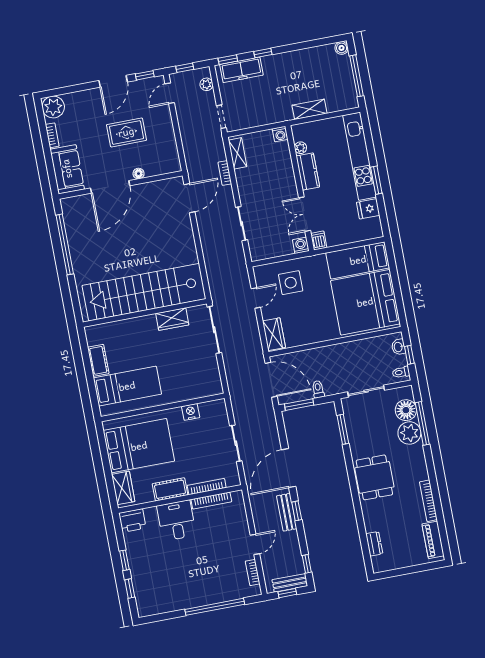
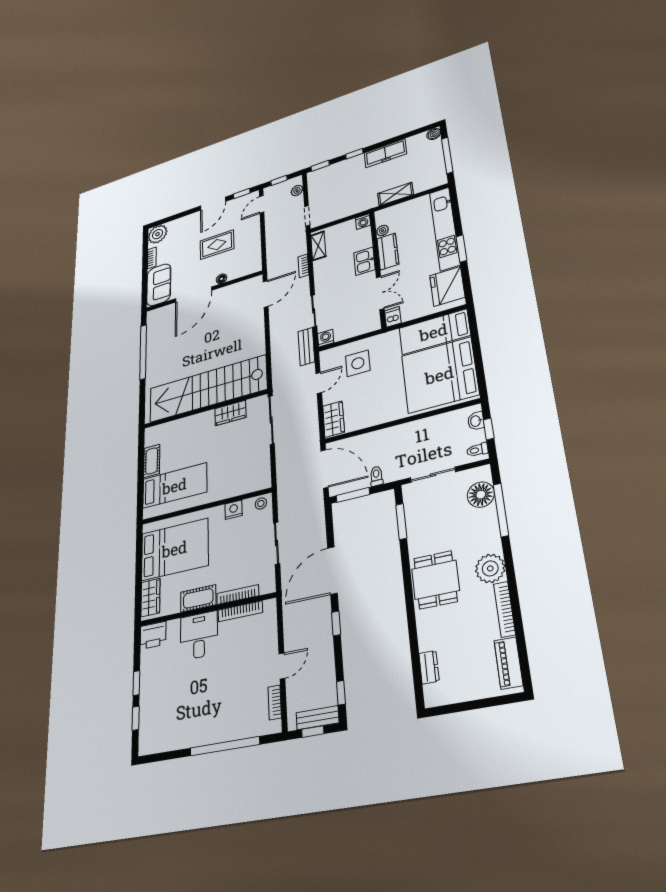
freezer: (241, 70) -> (385, 153), moved
kitchen sink: (286, 178) -> (364, 261), added
fridge: (368, 209) -> (447, 286), width x1.88, depth x1.34
double door: (305, 214) -> (380, 293), swing flipped
washing machine: (301, 245) -> (326, 338), moved
stool: (216, 408) -> (261, 503), added
plant: (409, 433) -> (490, 568), moved
bench: (287, 512) -> (306, 347), moved

